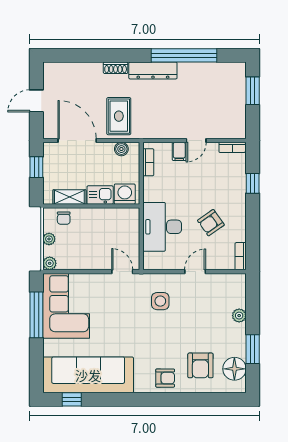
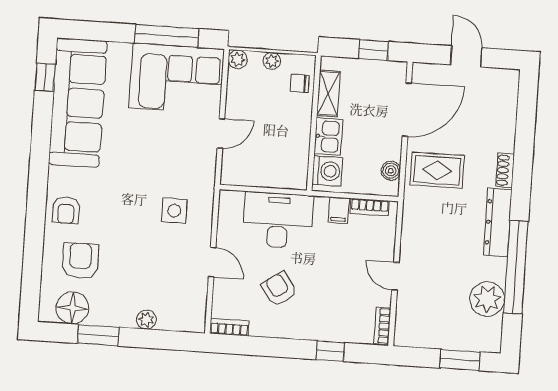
plant: (208, 74) -> (487, 299), added
filing cabinet: (179, 151) -> (339, 210), moved, turned -90
door: (122, 272) -> (221, 133), moved
armchair: (200, 365) -> (80, 261), turned 90

